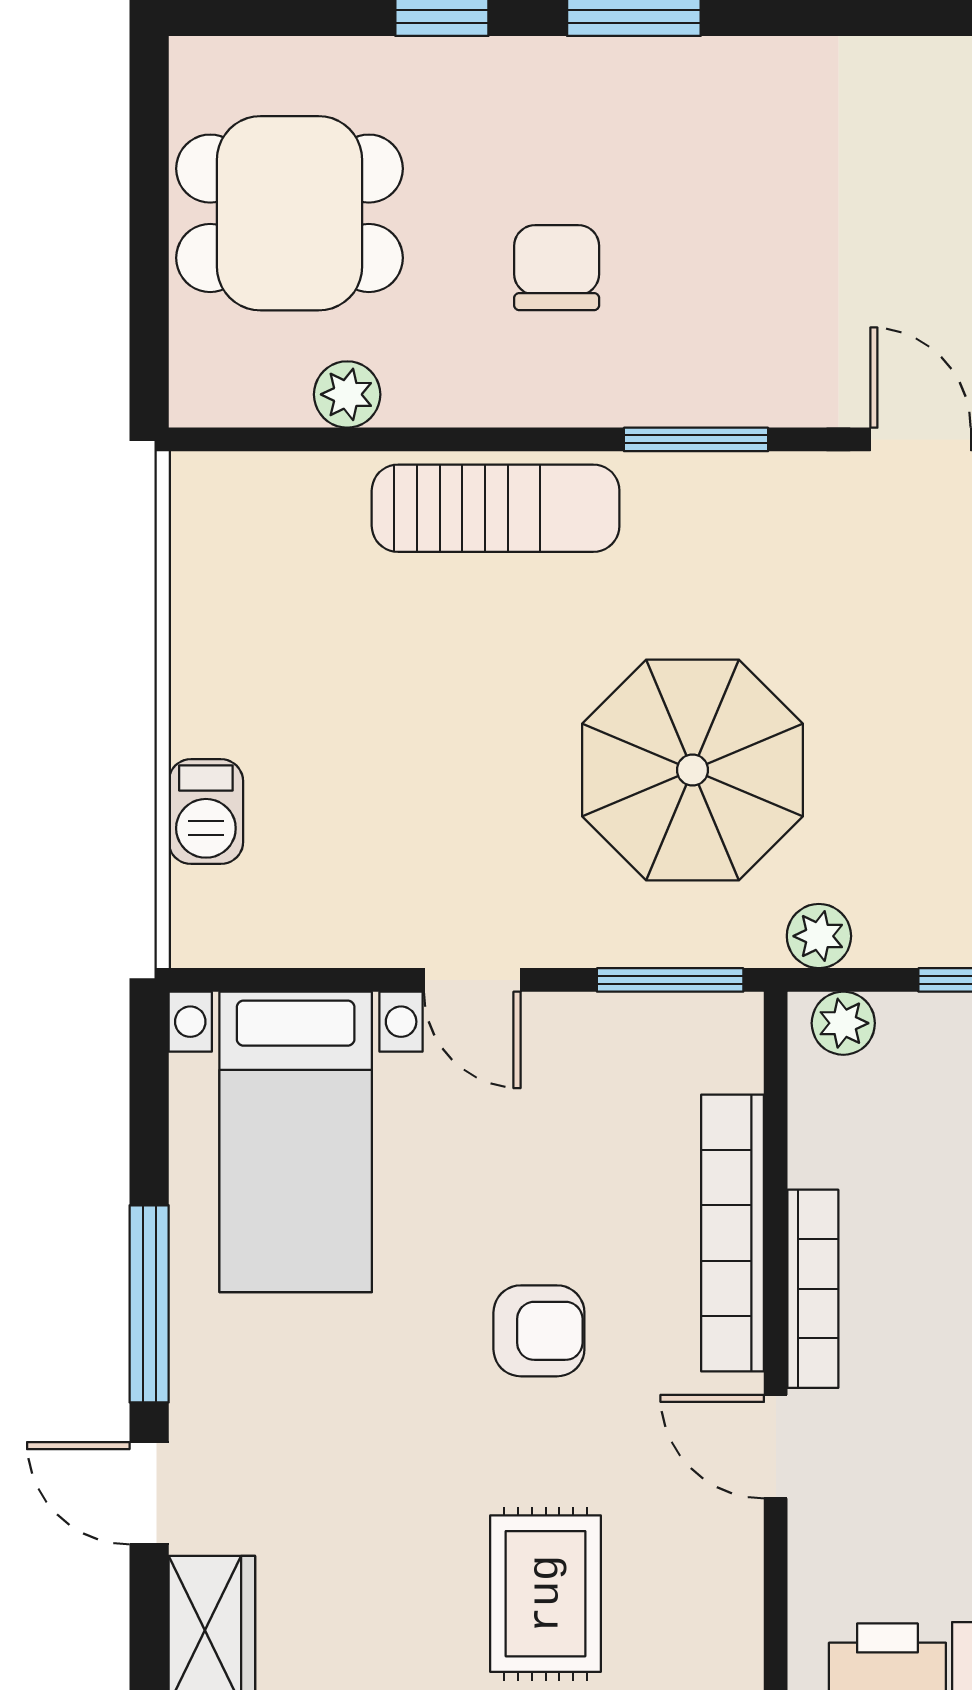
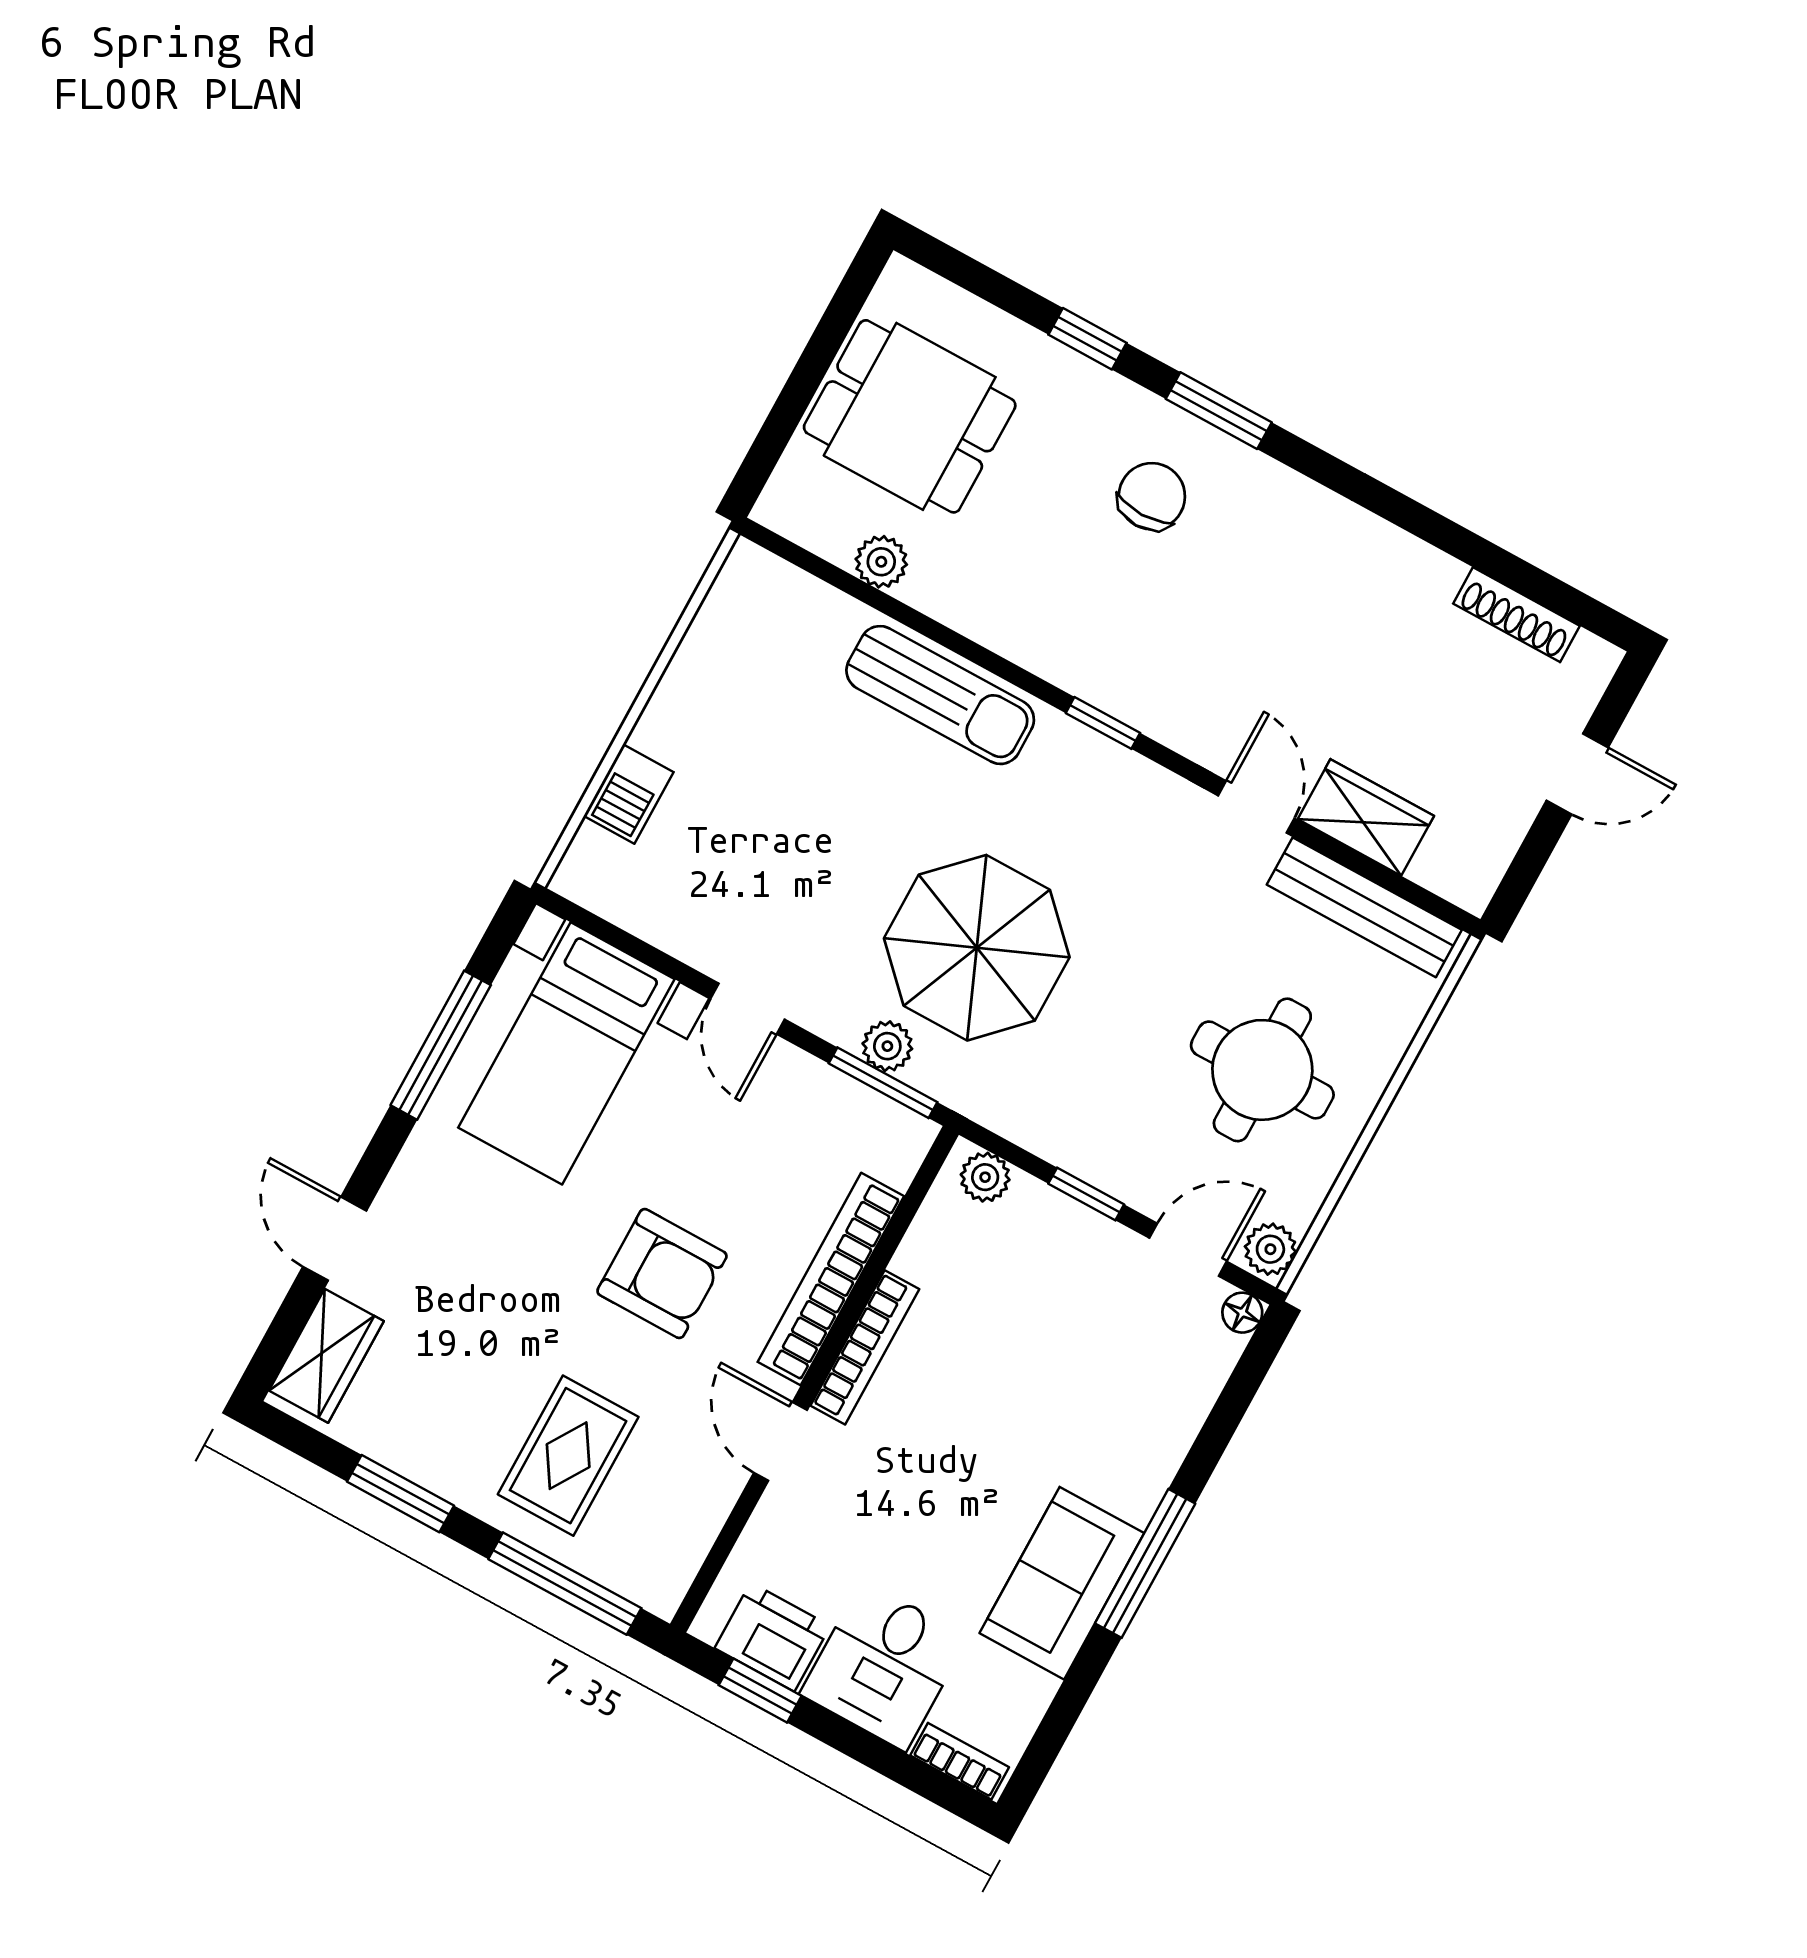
chair: (557, 268) -> (1152, 496), moved
window: (696, 439) -> (1103, 723), width x0.67
plant: (819, 936) -> (887, 1046), moved
window: (149, 1304) -> (441, 1045), moved
armchair: (539, 1331) -> (662, 1274), width x1.38, depth x1.38

